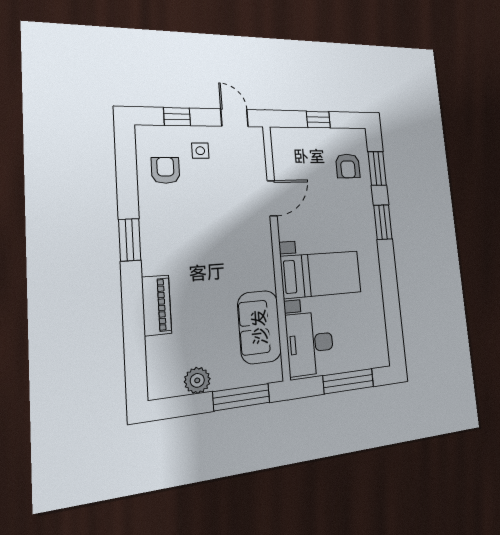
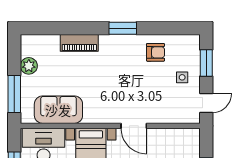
window: (177, 117) -> (206, 63), width x1.50
armchair: (165, 170) -> (156, 52), moved
door: (272, 198) -> (134, 126), moved

